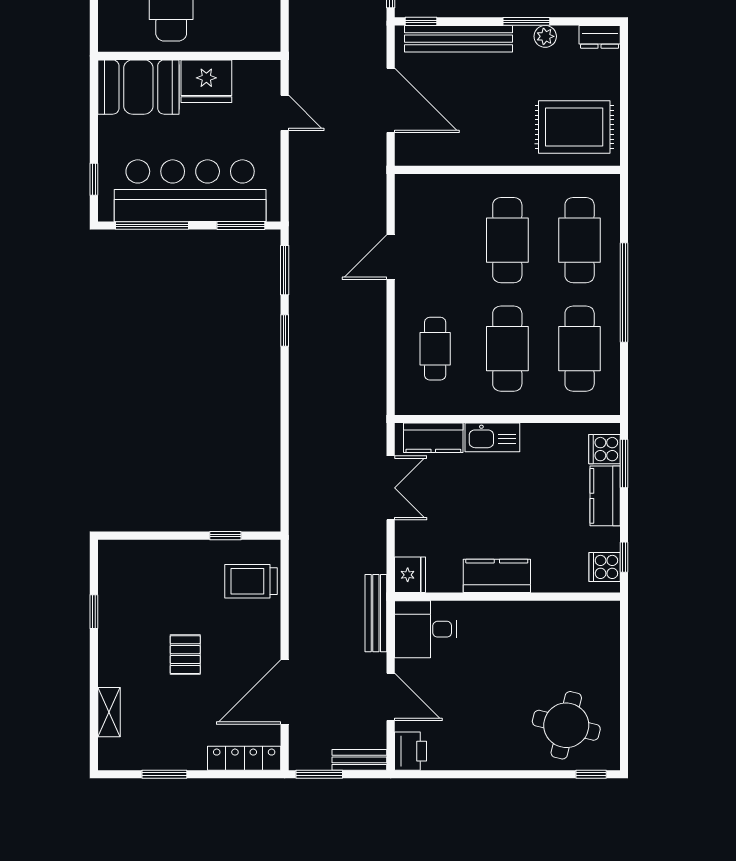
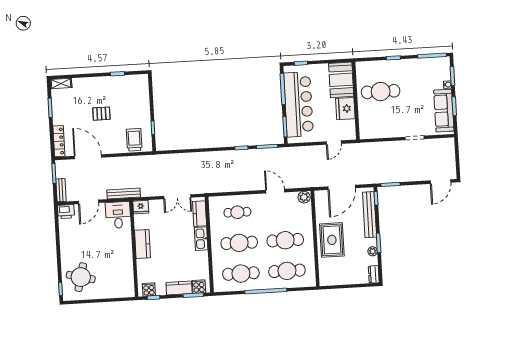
rug: (574, 127) -> (332, 240), moved
plant: (409, 190) -> (304, 197), added
shelving: (109, 712) -> (61, 83), moved

